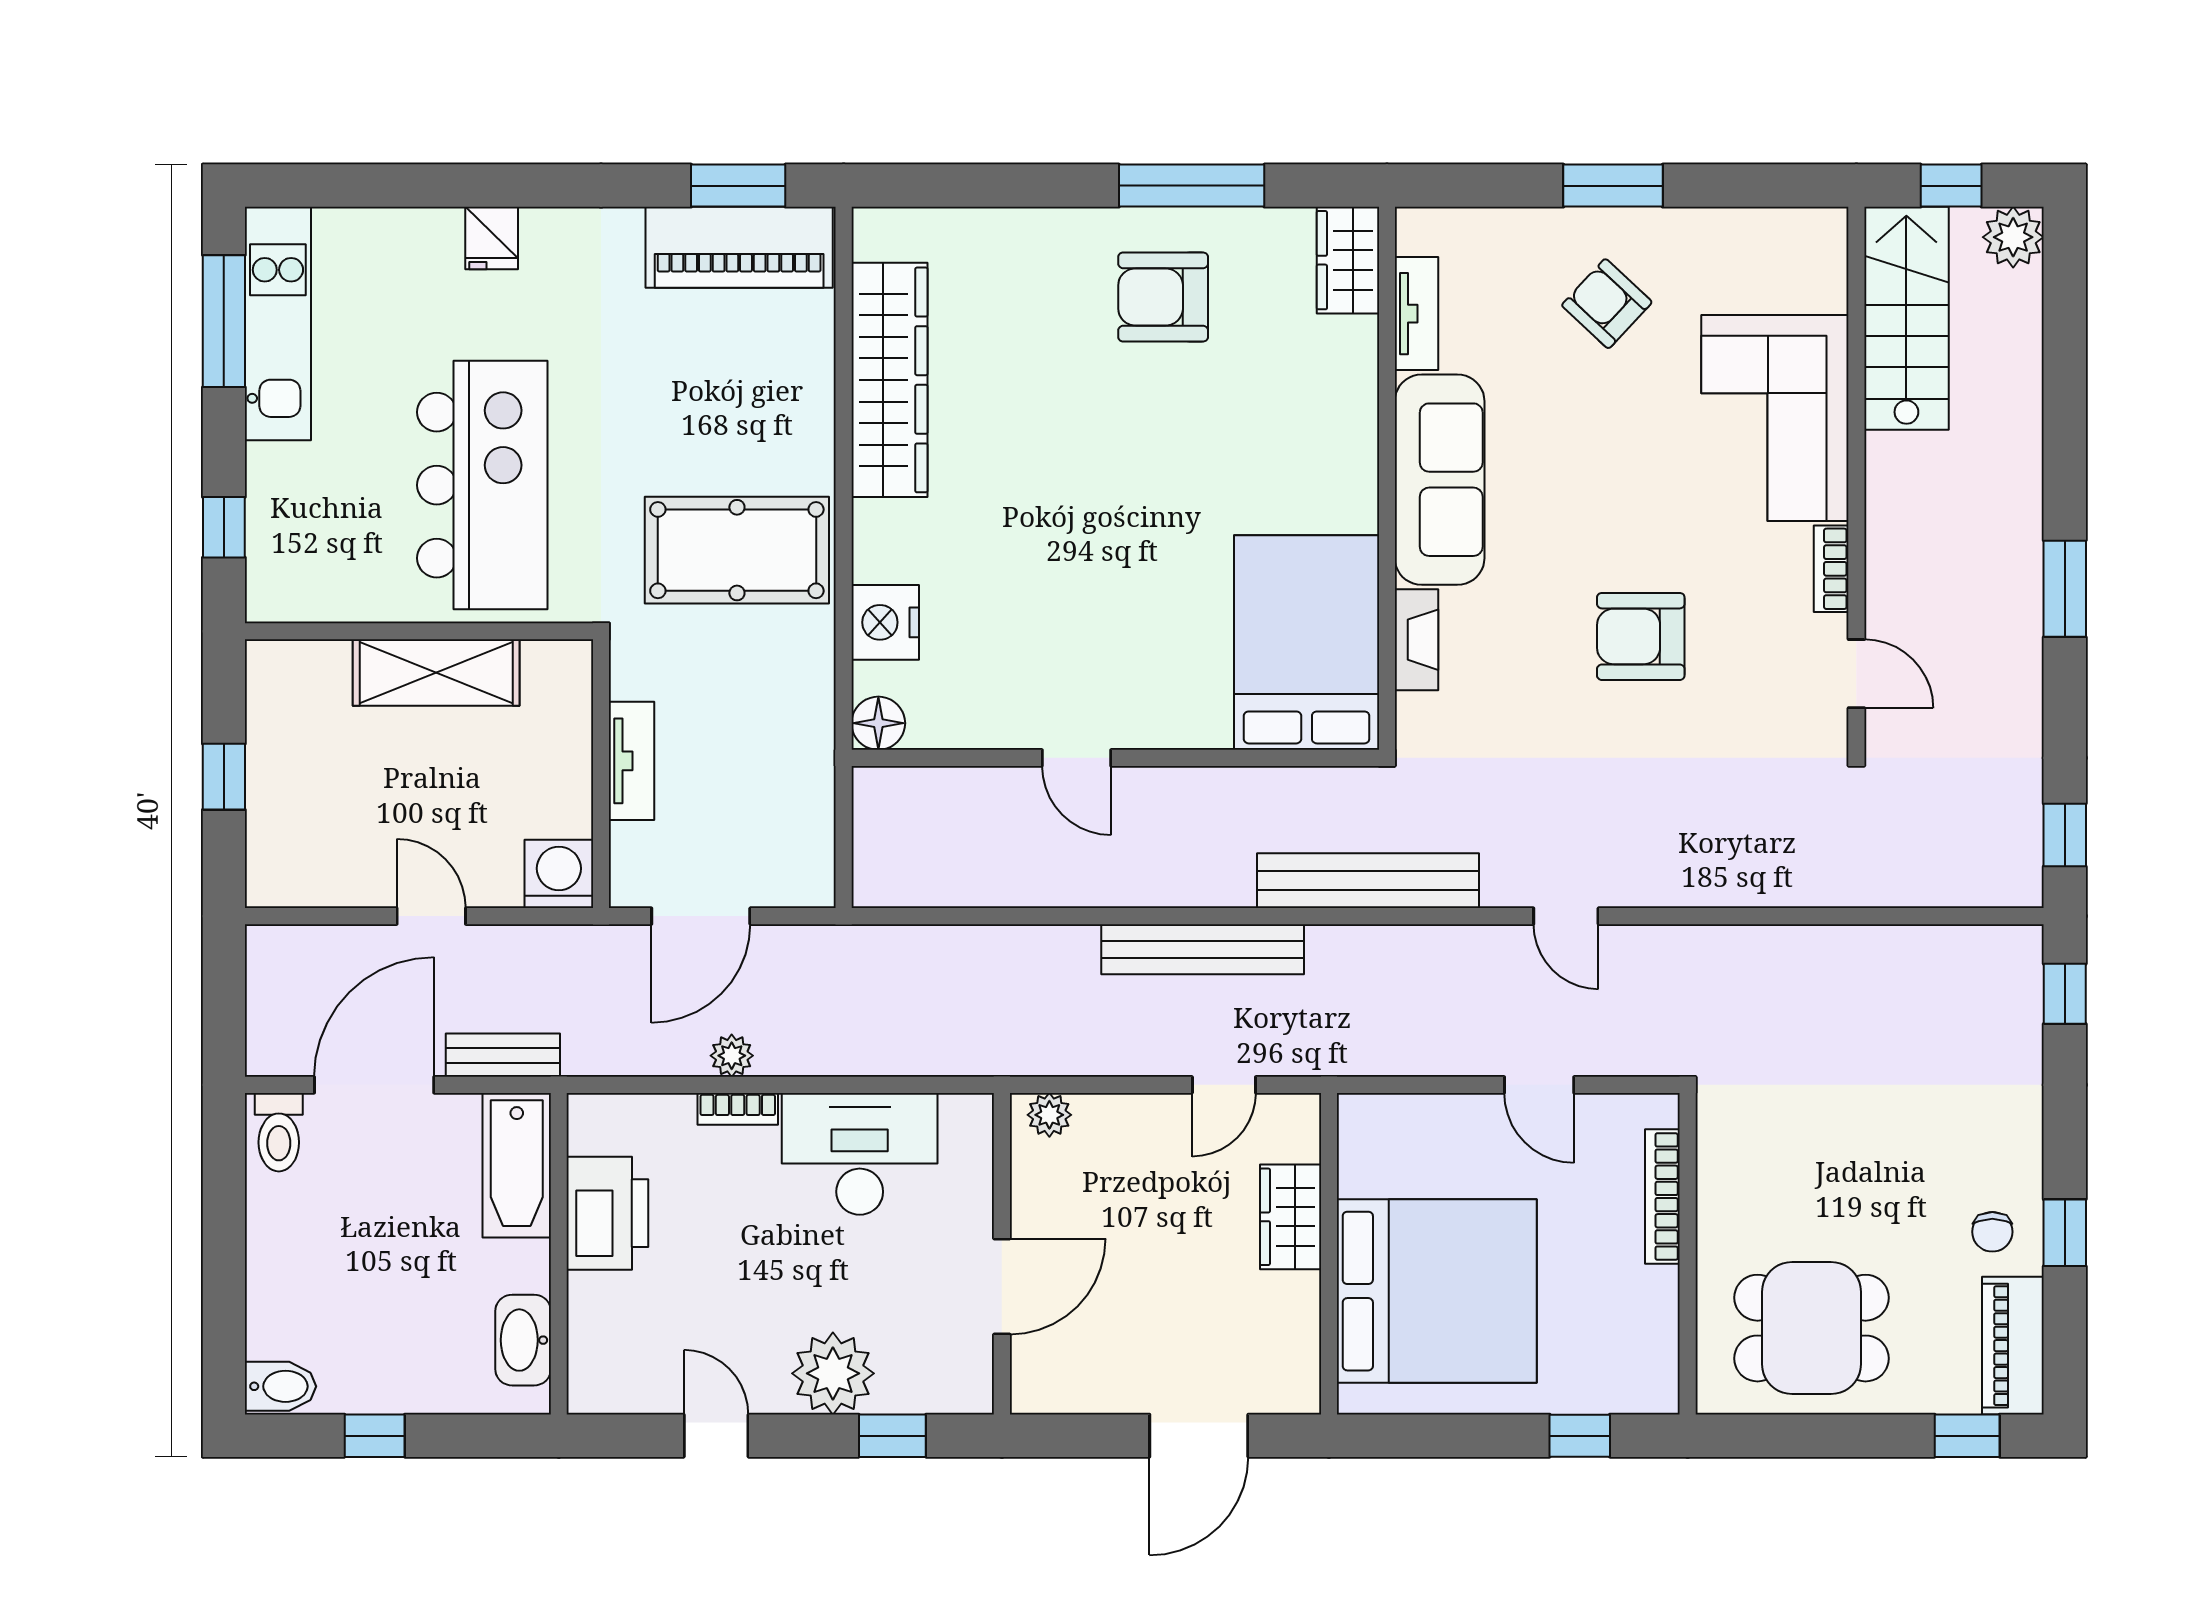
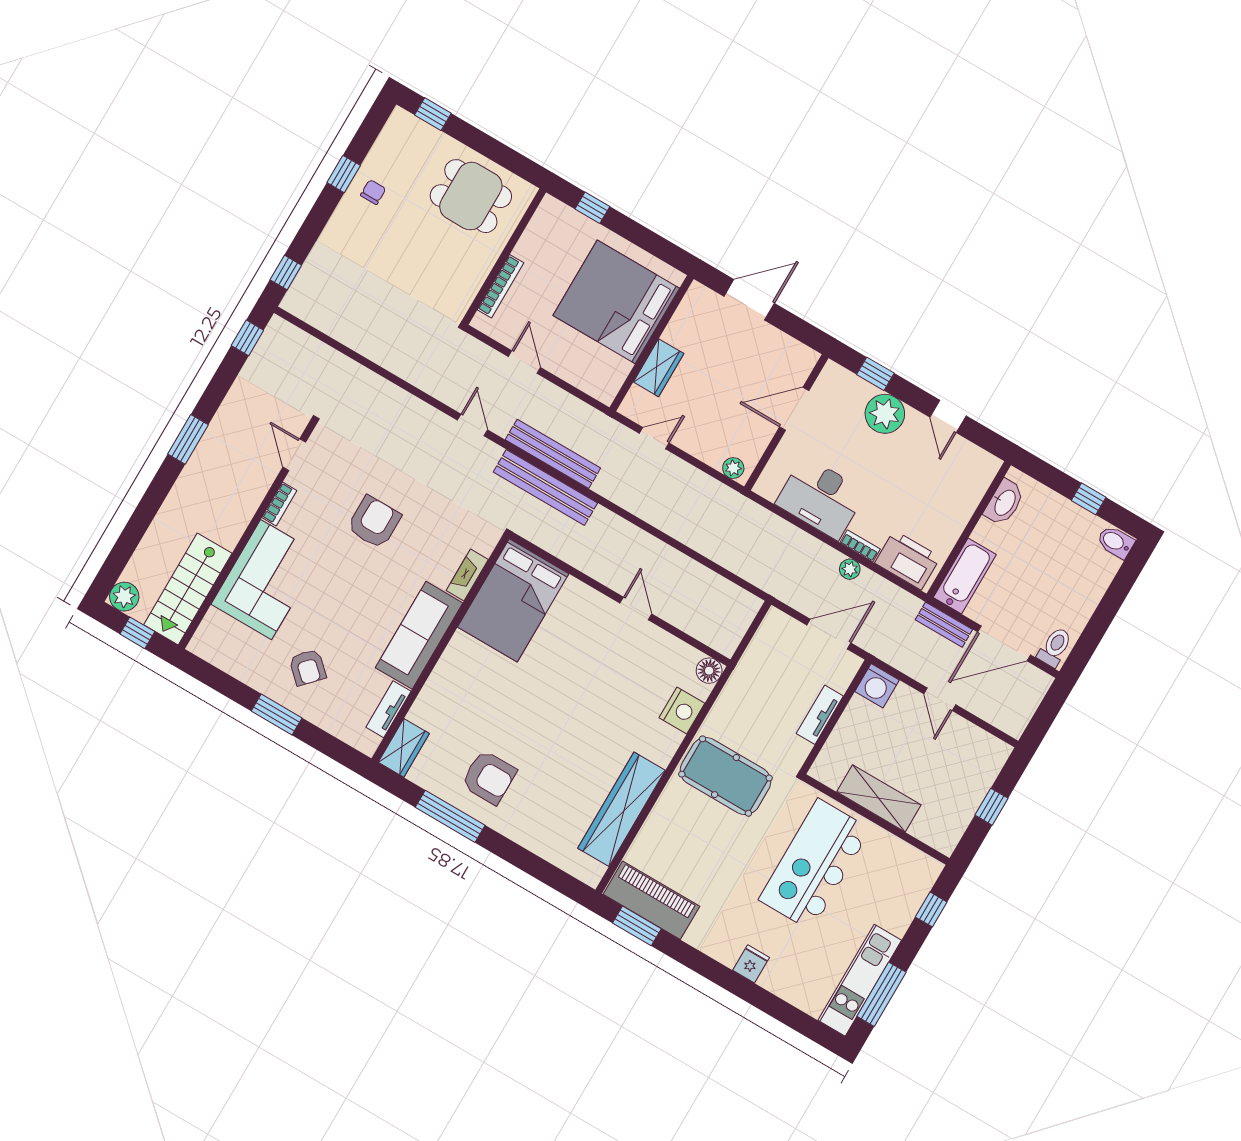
armchair: (1641, 636) -> (374, 522), turned -90
bench: (1203, 949) -> (553, 454), moved
printer: (607, 1213) -> (908, 560), moved, turned 90
piano: (2013, 1346) -> (392, 140), removed

